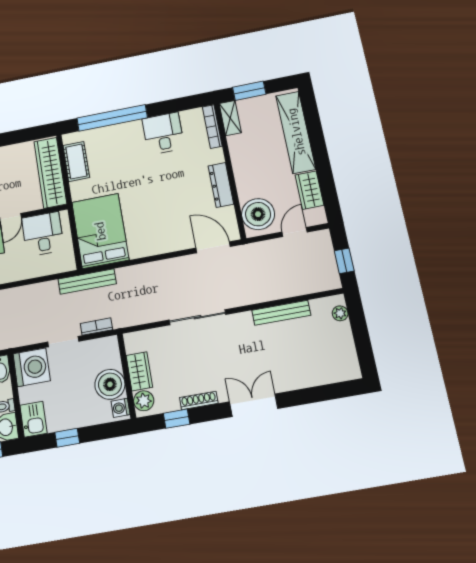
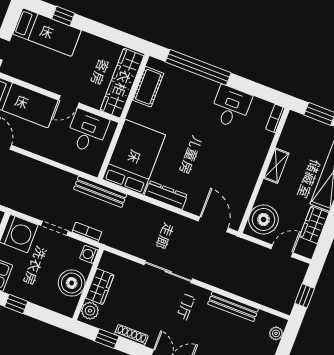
shelving: (230, 118) -> (276, 166), moved
bookcase: (212, 126) -> (275, 118), width x0.64
dresser: (221, 185) -> (166, 195), moved, turned 90
washing machine: (121, 408) -> (89, 254), moved

